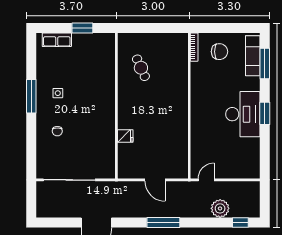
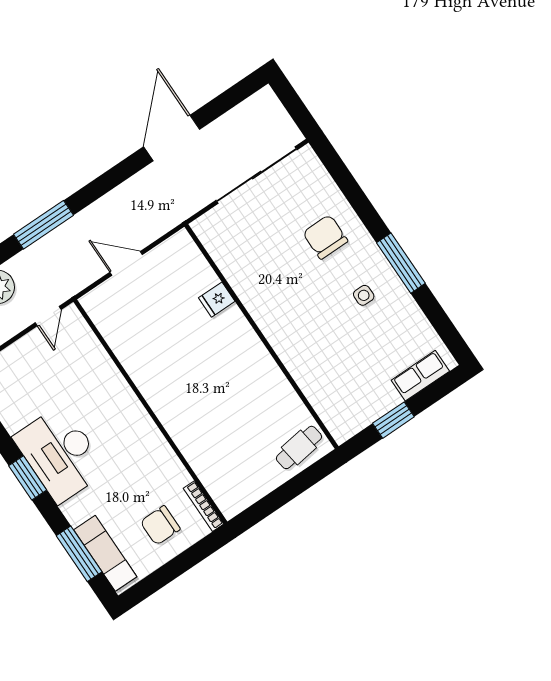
cafe table: (141, 68) -> (299, 447), moved, turned -74
chair: (57, 131) -> (325, 237), width x1.87, depth x1.87
window: (163, 222) -> (43, 225), moved

